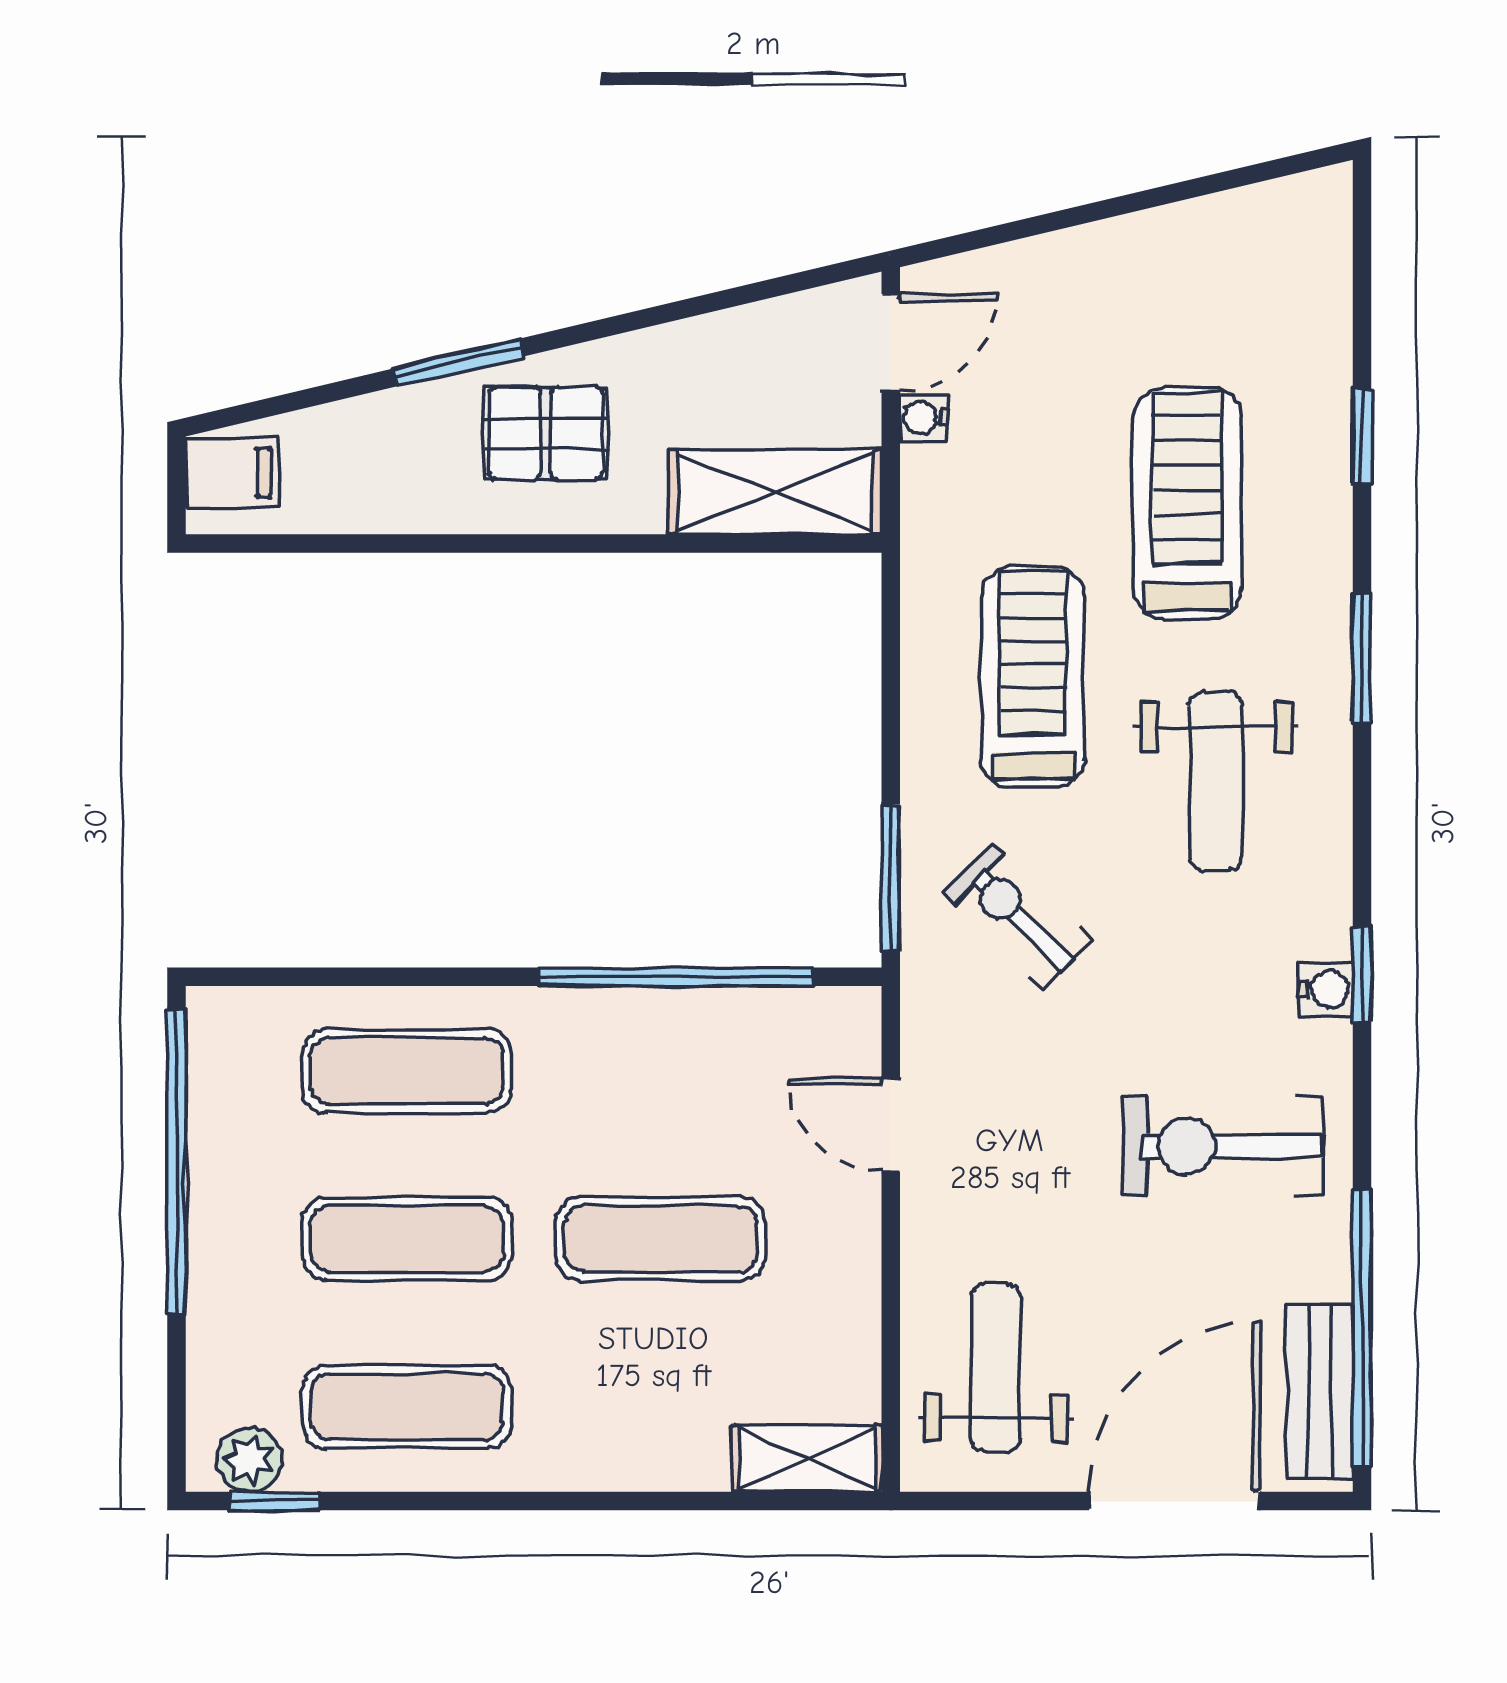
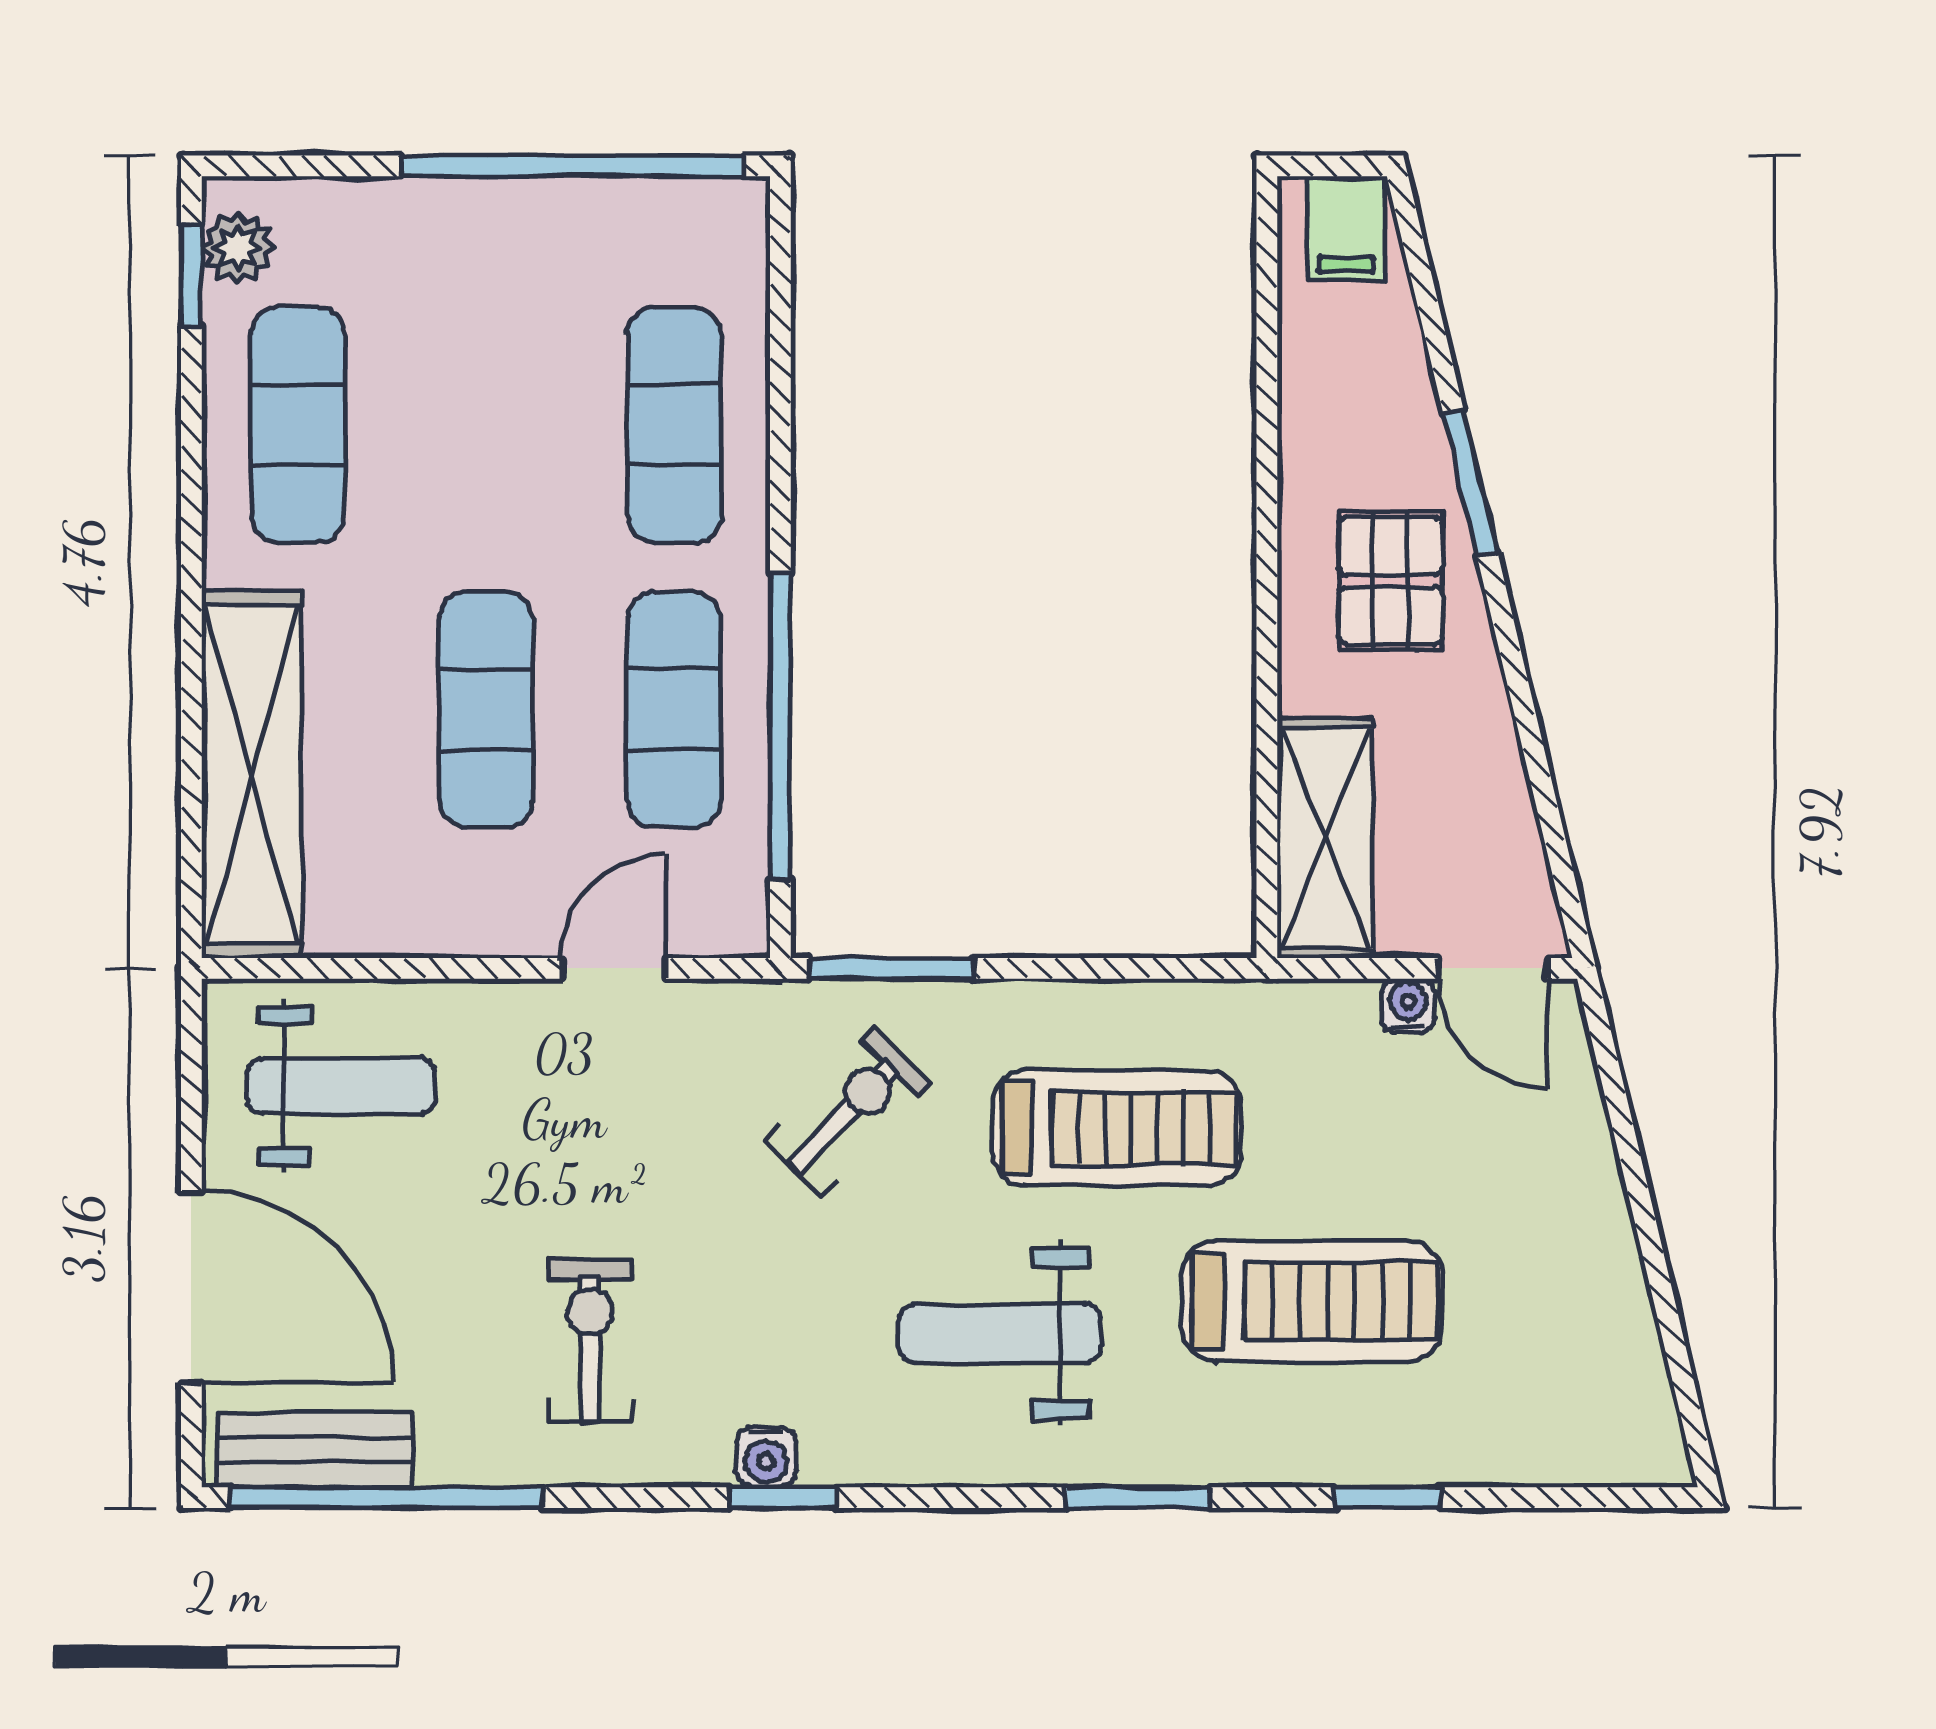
exercise bike: (1223, 1146) -> (590, 1341), width x0.73, depth x0.72
exercise mat: (407, 1239) -> (674, 709), moved
shelving: (807, 1458) -> (252, 774), width x2.20, depth x1.33

